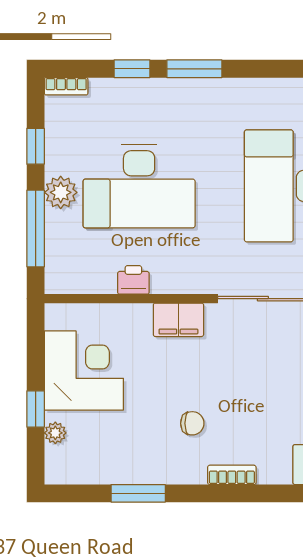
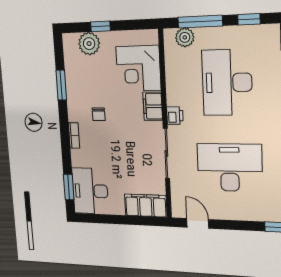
plant: (61, 192) -> (185, 37), moved
printer: (133, 280) -> (175, 116), moved
corner desk: (84, 370) -> (138, 68), moved, turned 90
plant: (55, 433) -> (89, 44), width x1.88, depth x1.88

